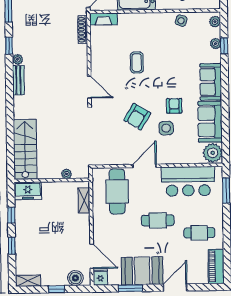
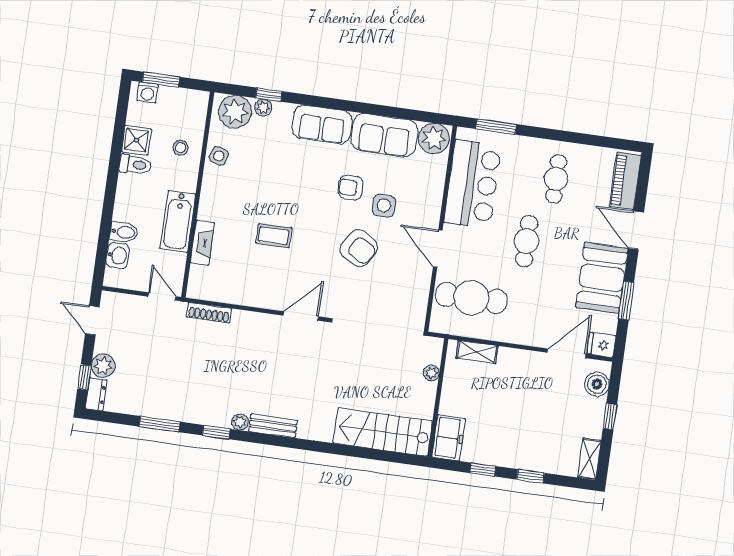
fireplace: (103, 19) -> (203, 243), moved
plant: (215, 22) -> (235, 112), width x1.87, depth x1.87
piano: (216, 266) -> (625, 181), moved, turned 90

